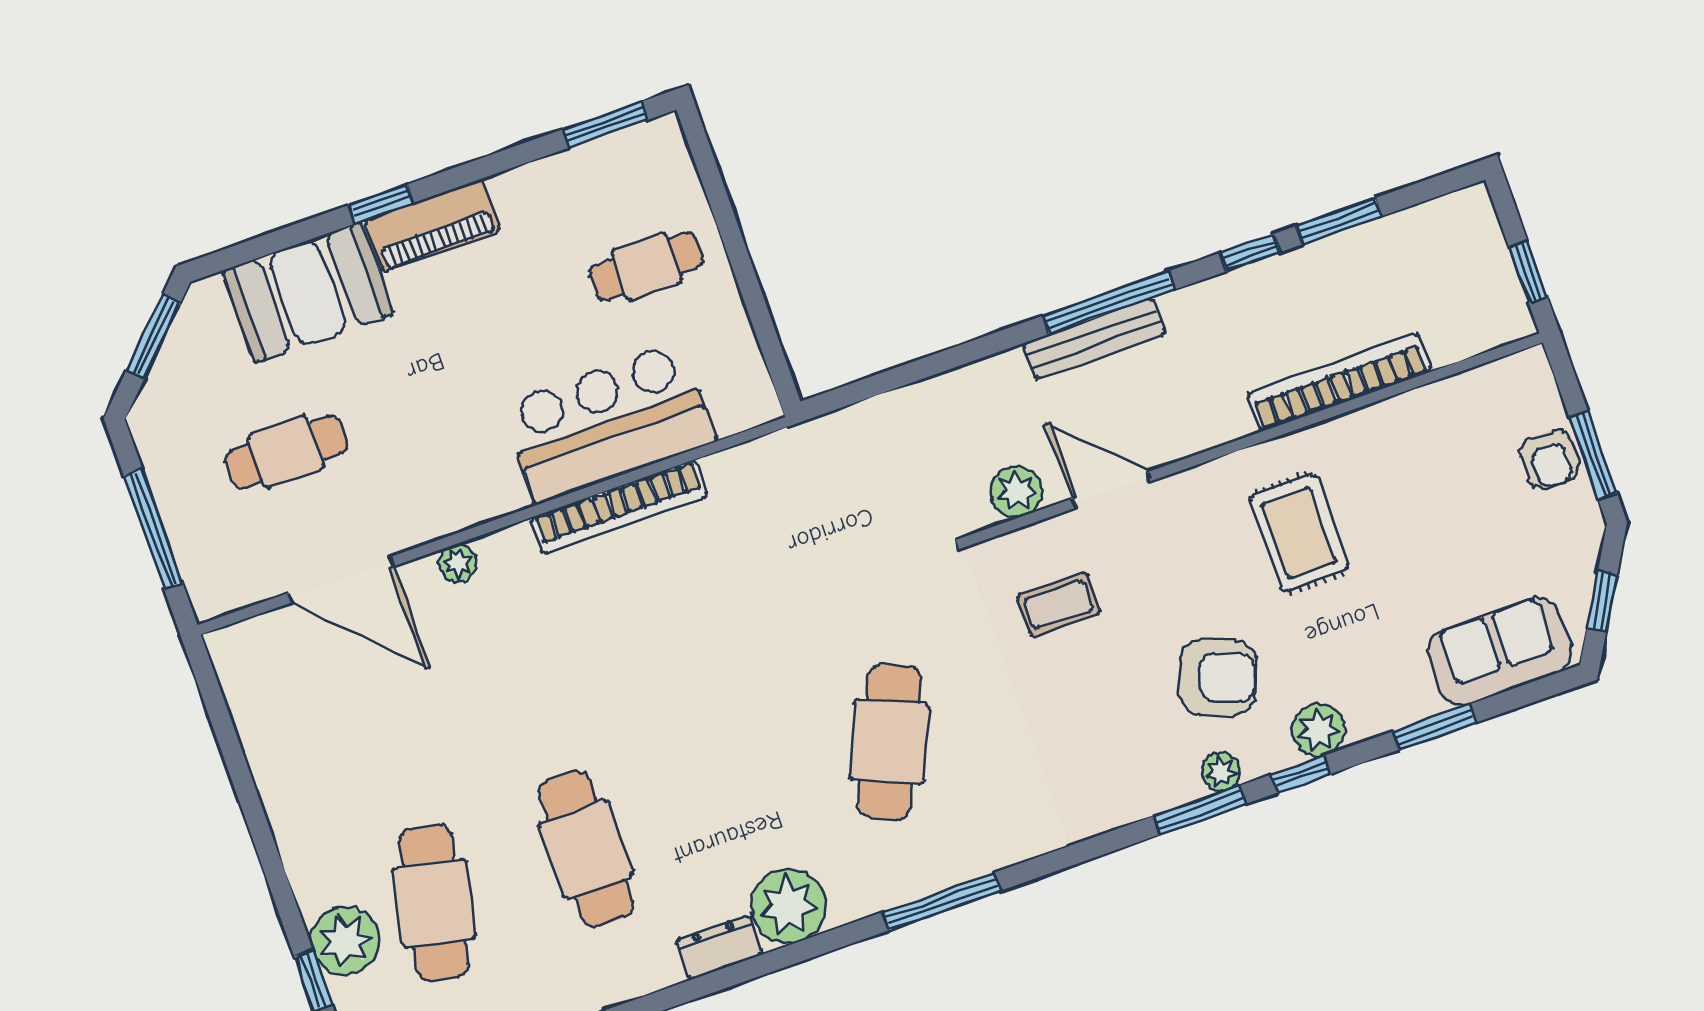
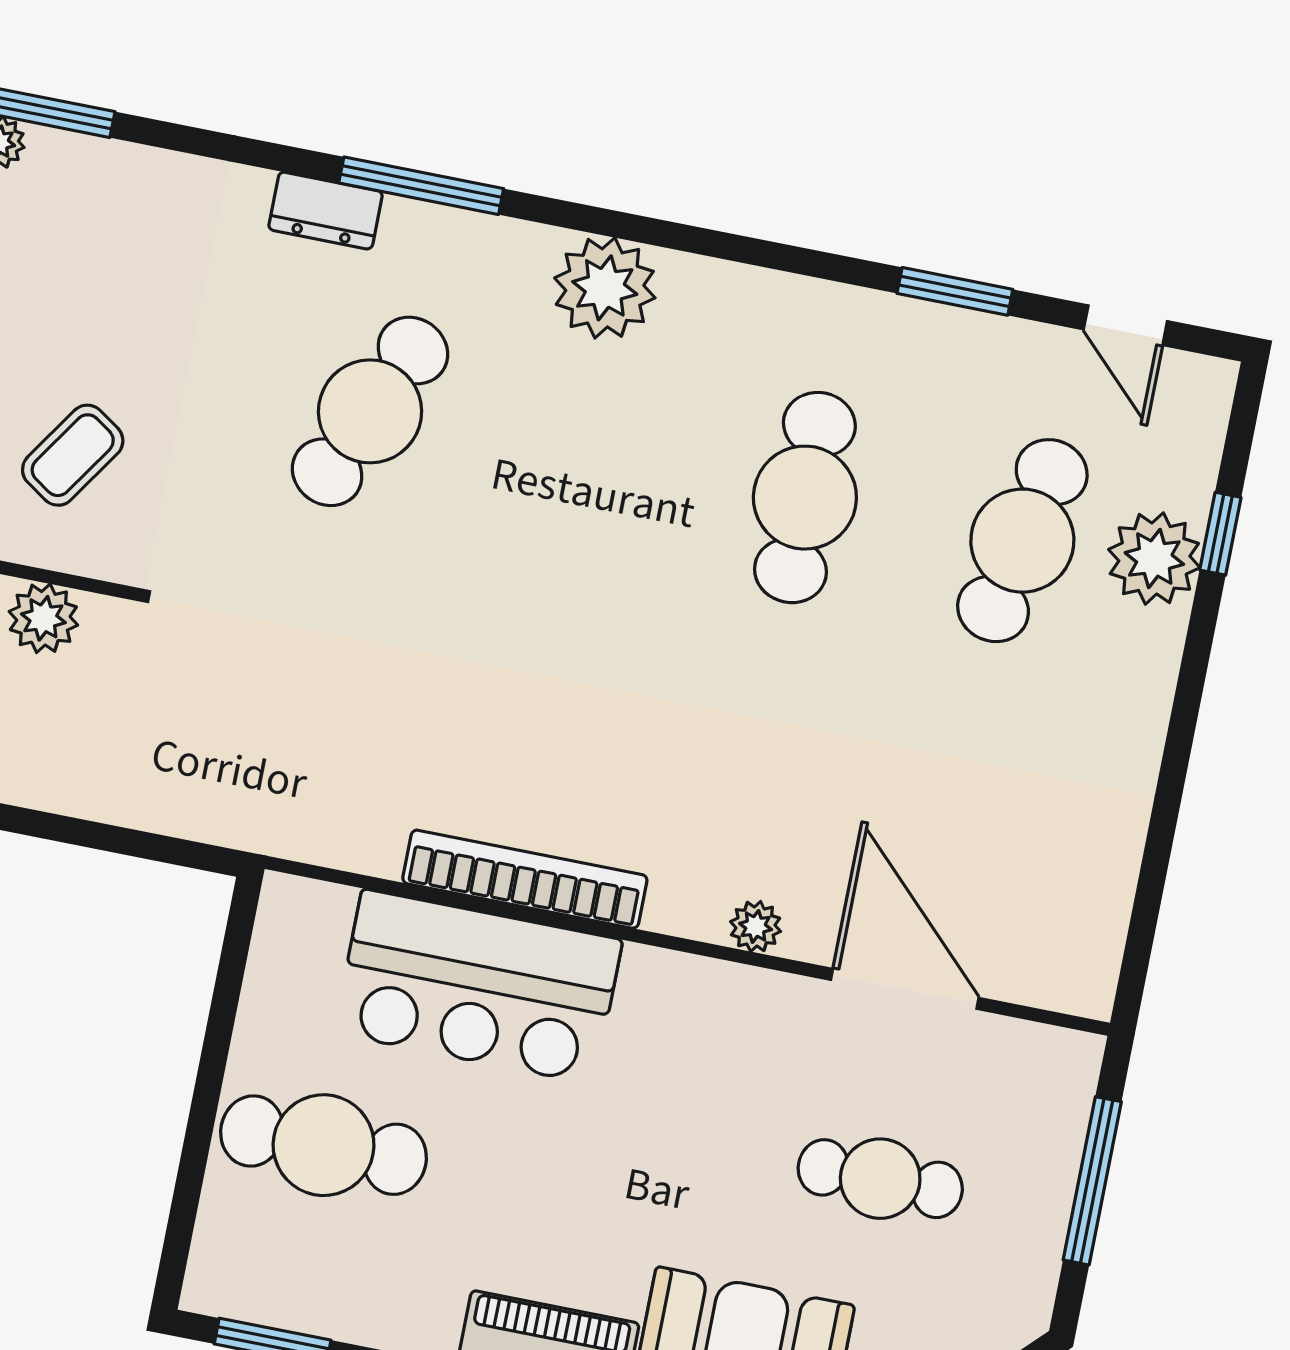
cafe table: (646, 266) -> (324, 1145), width x1.37, depth x1.35
coffee table: (1059, 604) -> (73, 455), turned -57
dresser: (719, 947) -> (326, 211), moved

